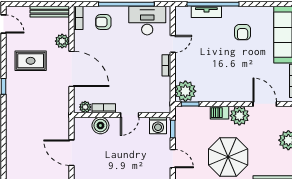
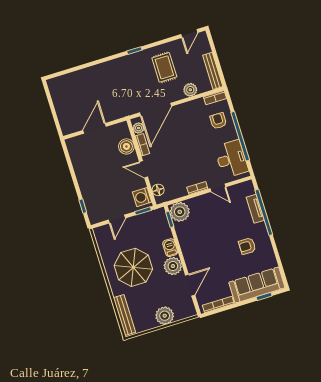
door: (71, 69) -> (156, 109), moved
floor lamp: (156, 107) -> (158, 190), added

